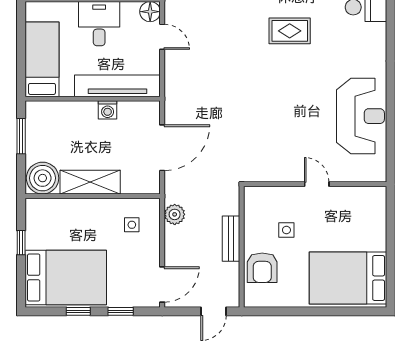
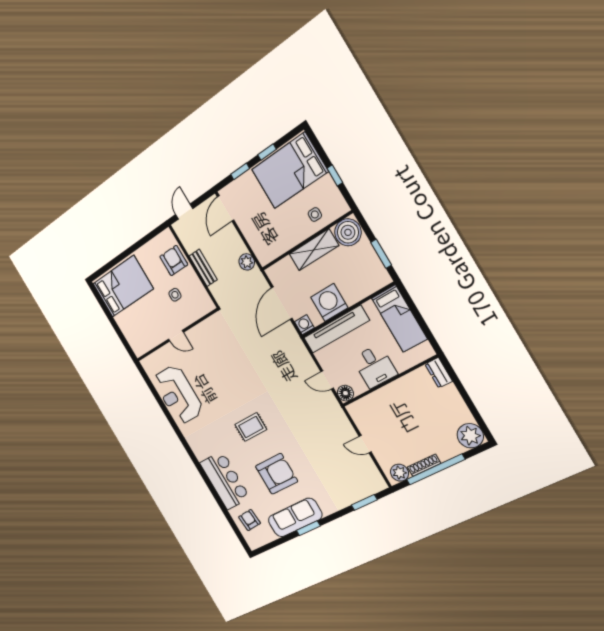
washing machine: (108, 110) -> (329, 303), width x1.89, depth x1.89
washing machine: (151, 110) -> (304, 325), added
side table: (132, 225) -> (315, 214), moved

